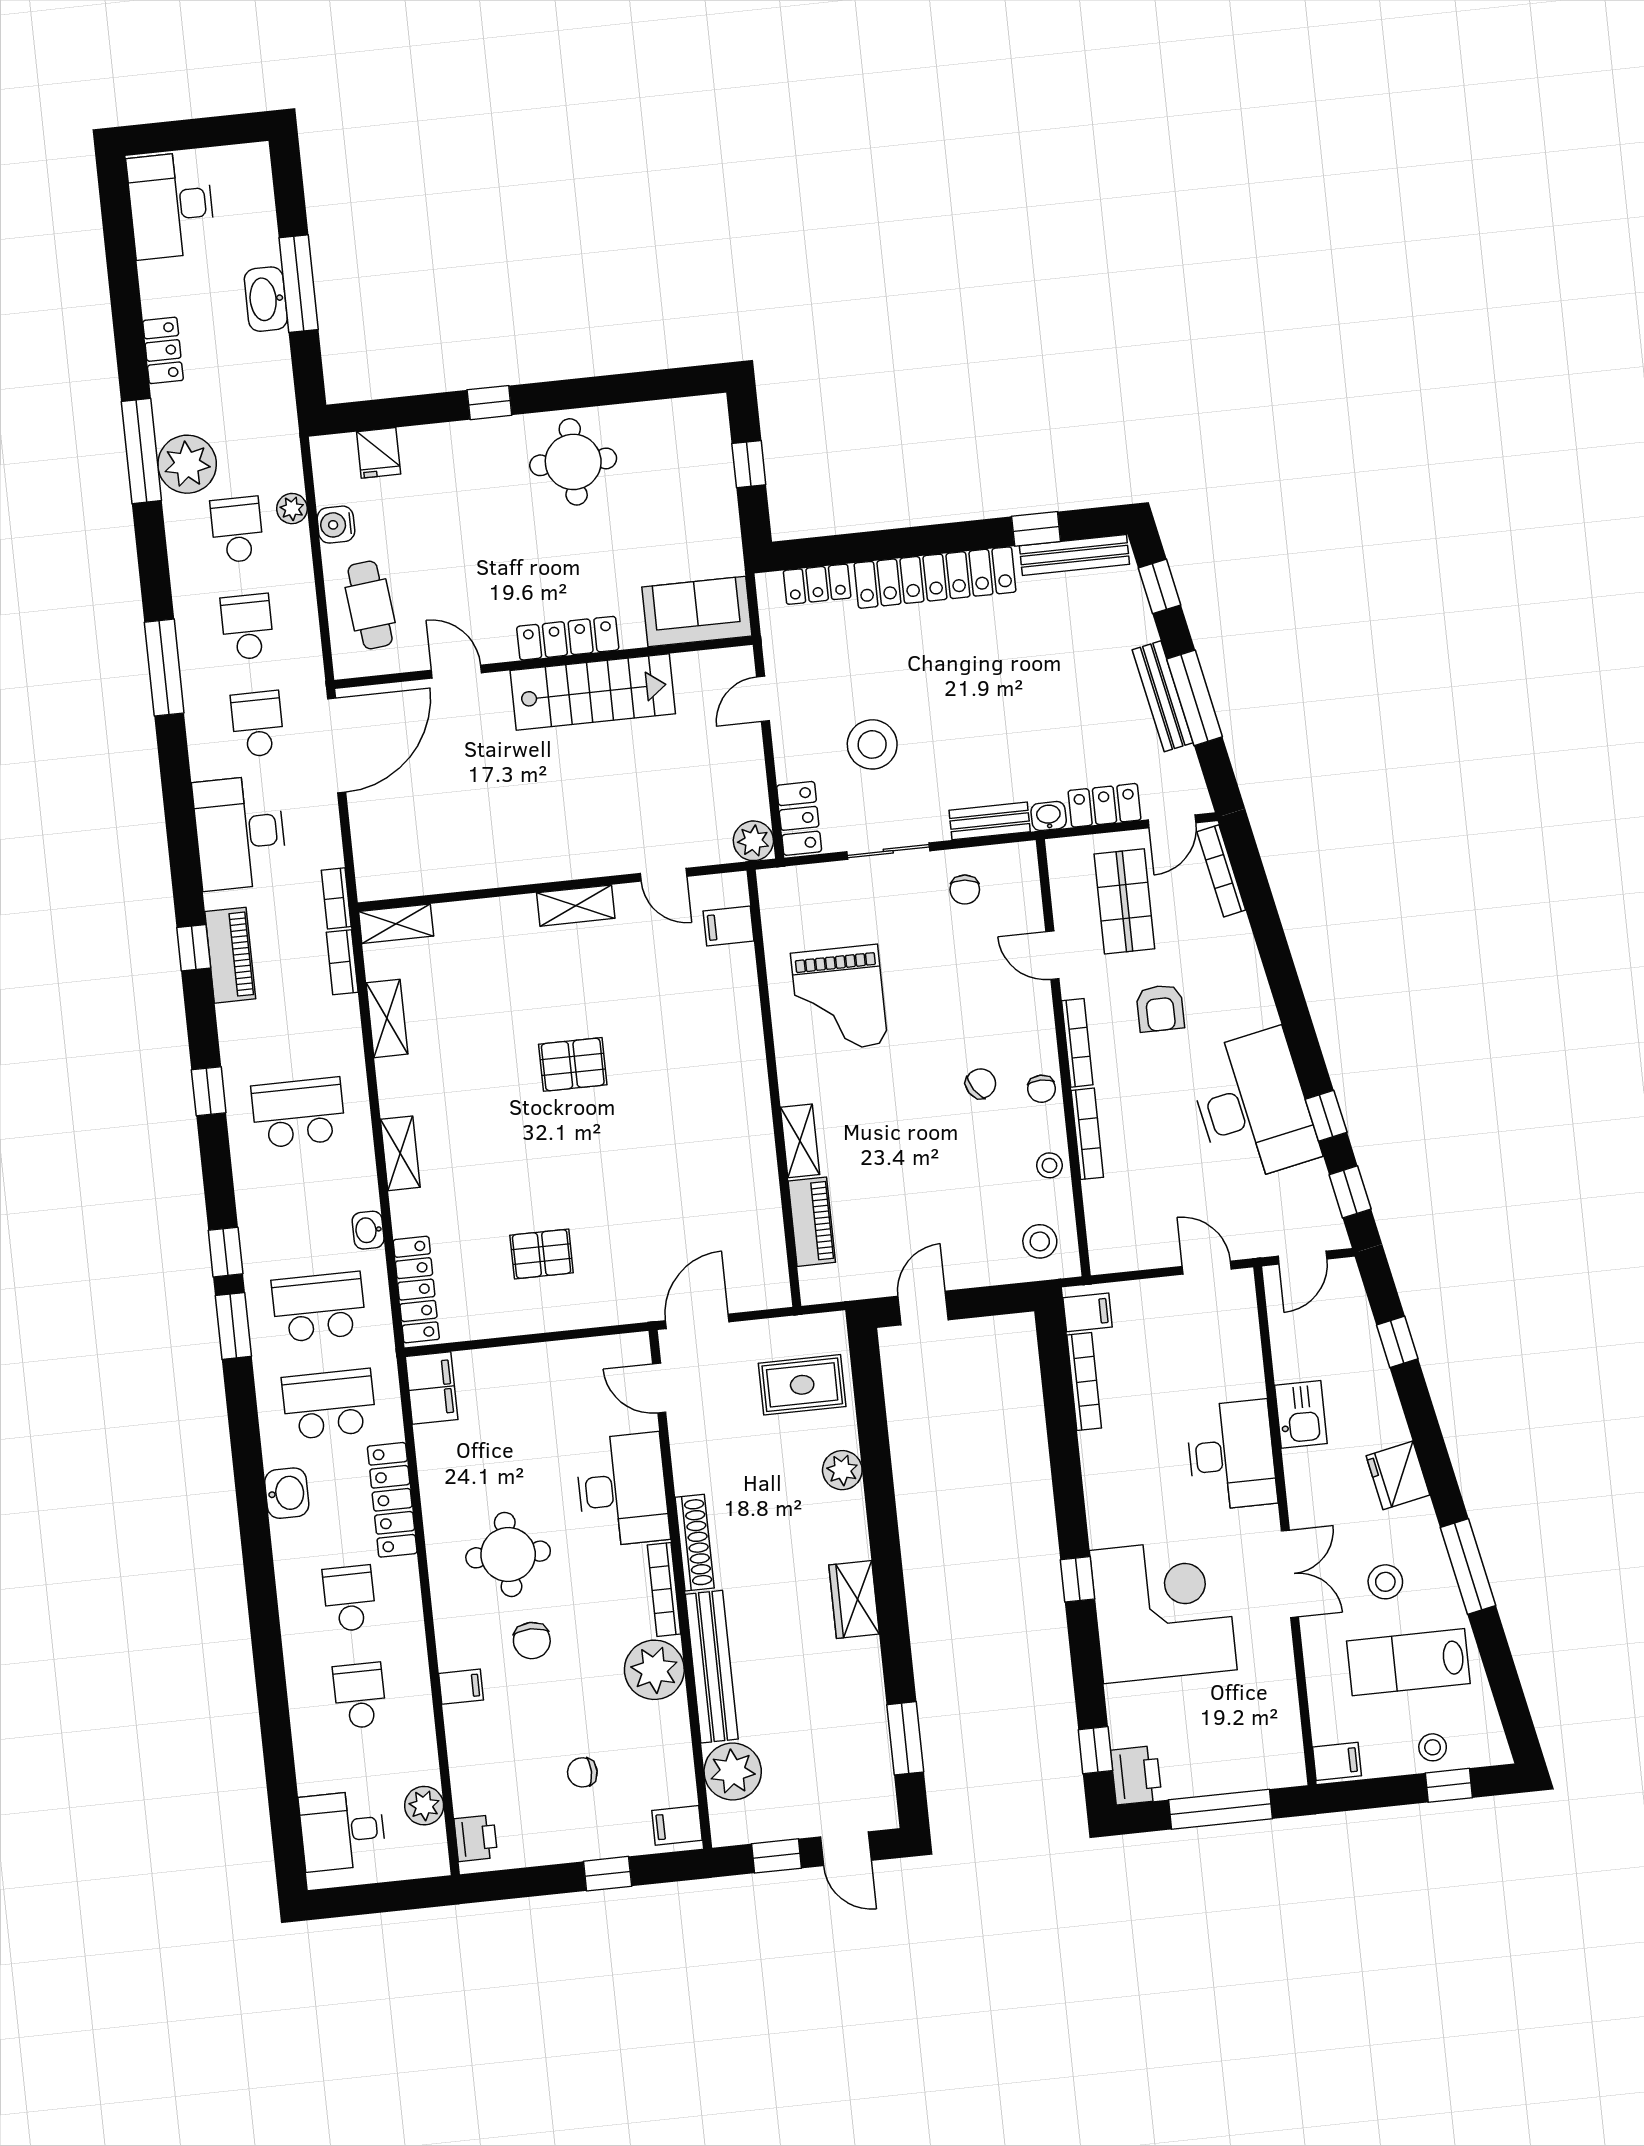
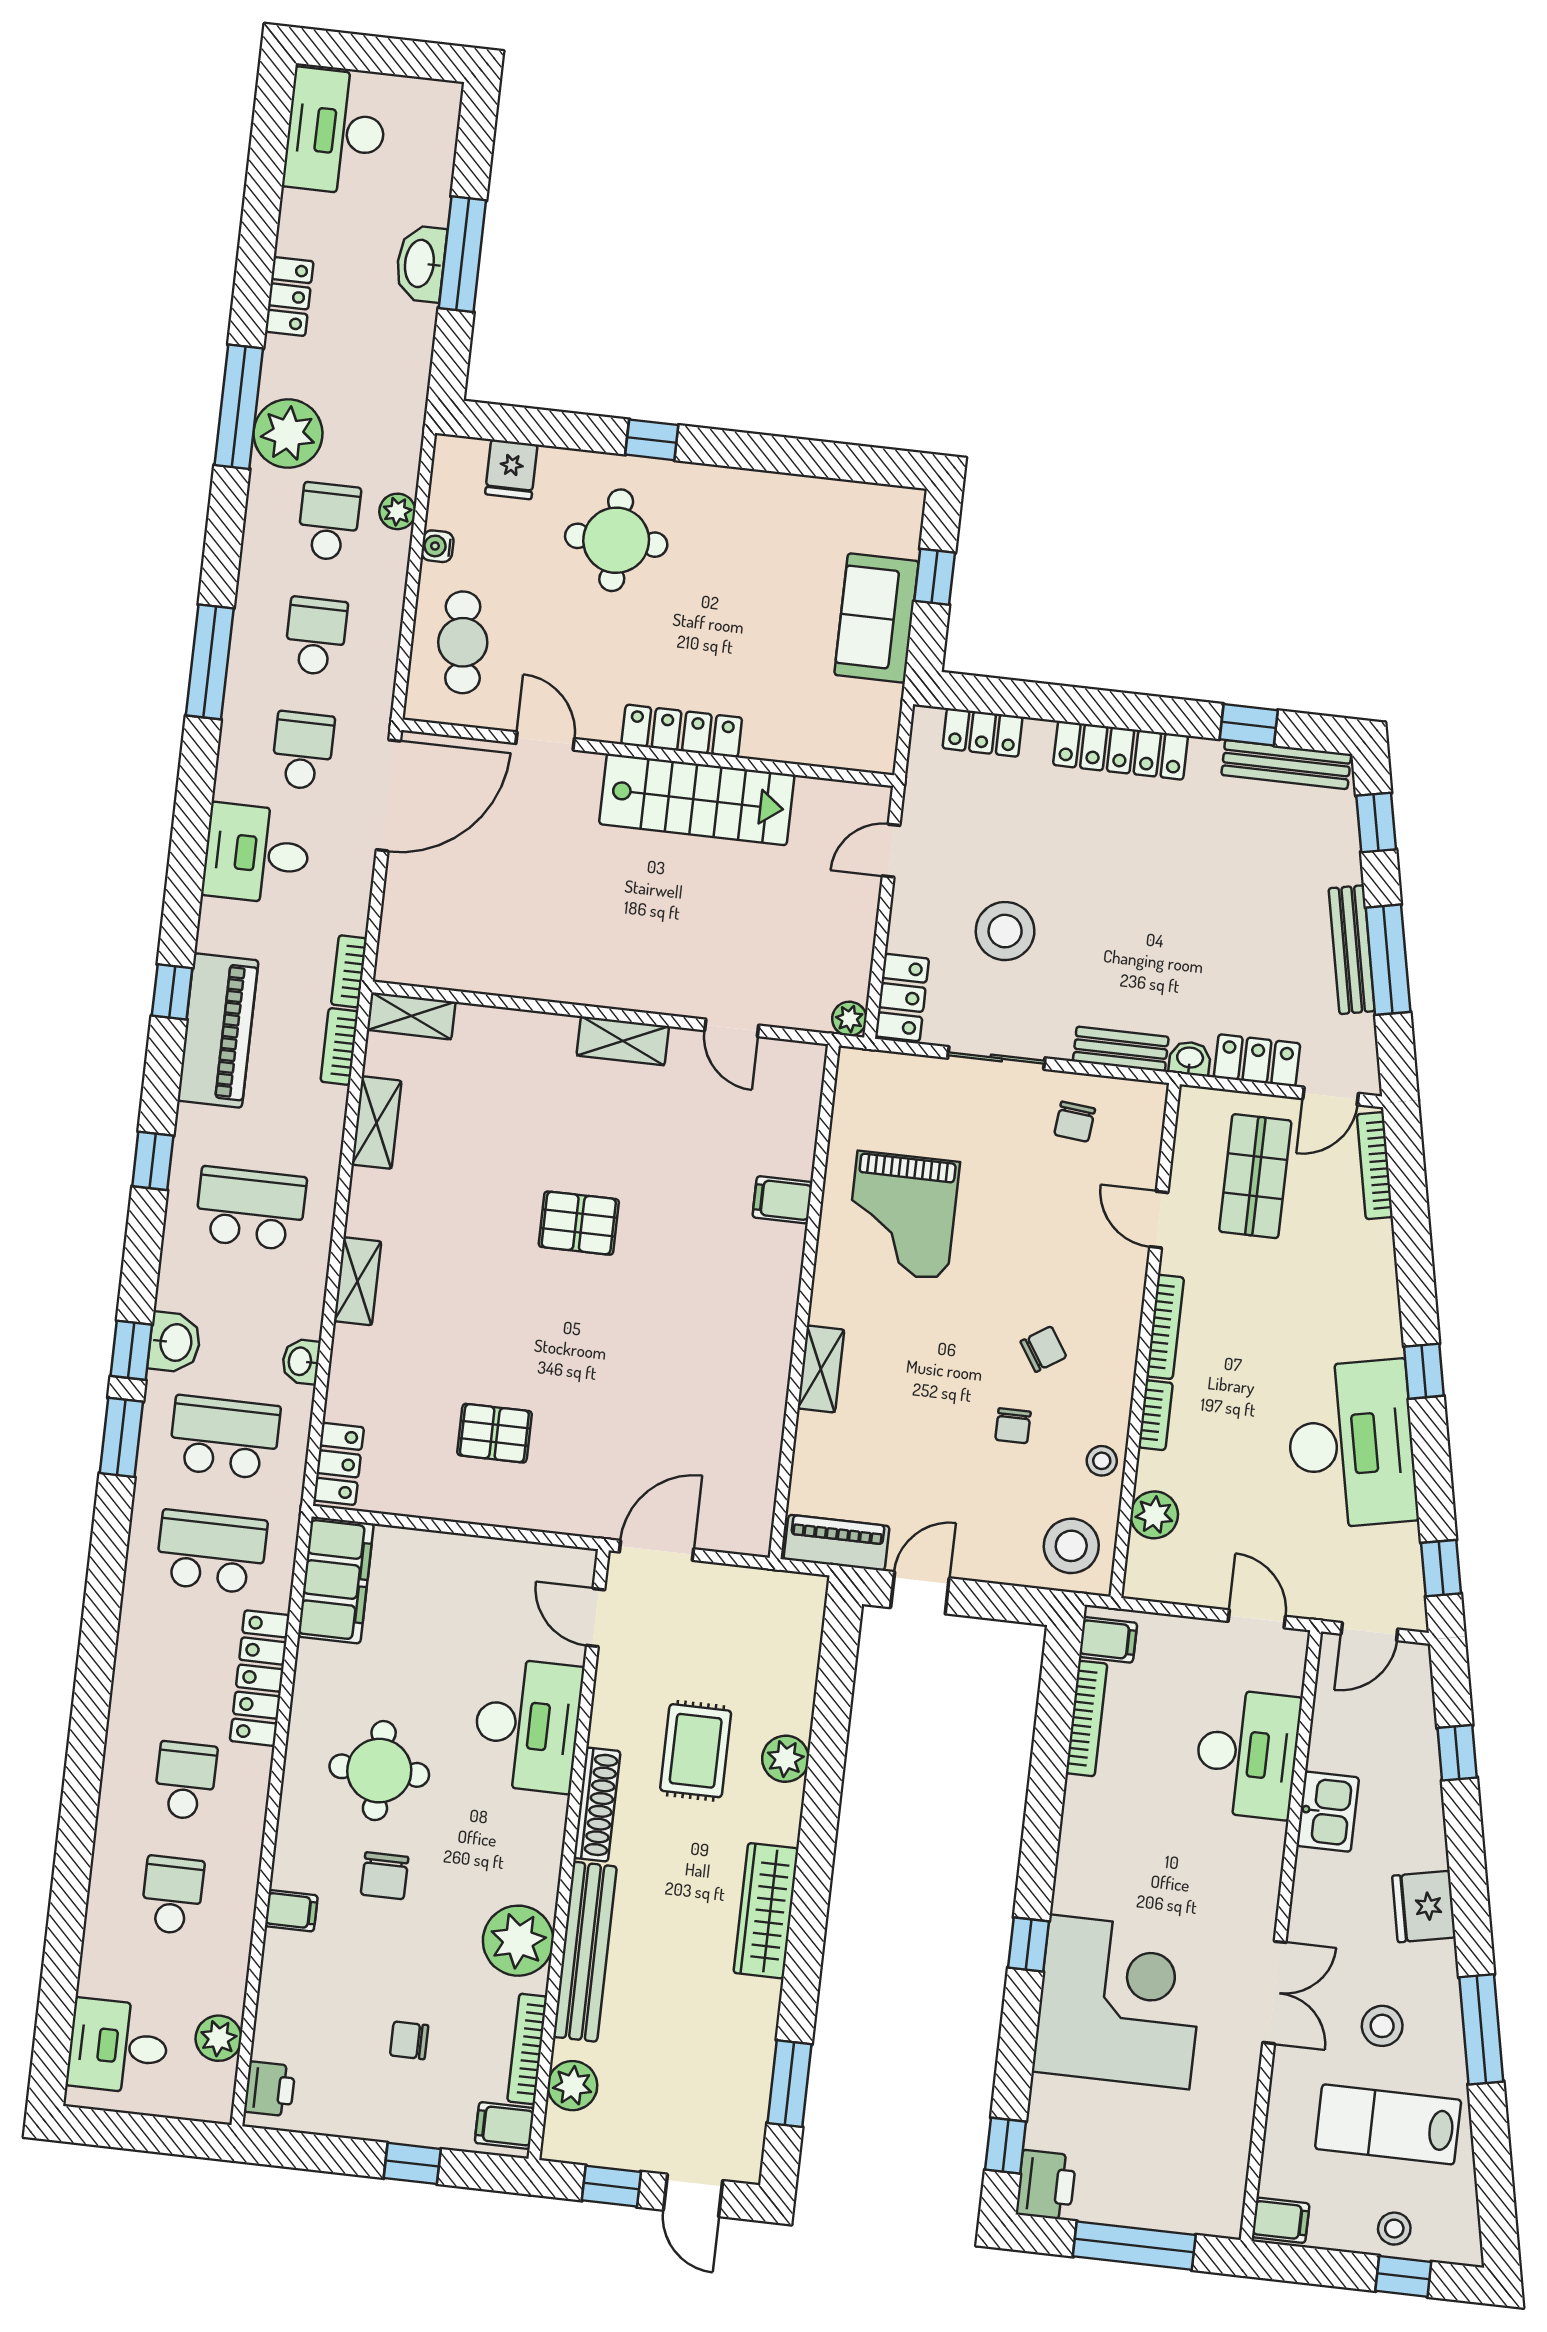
round table: (573, 462) -> (616, 540), moved
water cooler: (336, 525) -> (437, 546), width x0.72, depth x0.72
locker: (935, 578) -> (1121, 750), width x0.71, depth x0.83
sofa: (697, 611) -> (876, 618), moved, turned -90
desk: (240, 833) -> (257, 854), width x0.73
plant: (753, 841) -> (849, 1019), width x0.73, depth x0.73
filing cabinet: (729, 926) -> (782, 1200), moved
piano: (230, 955) -> (218, 1031), width x1.37, depth x1.33
armchair: (1160, 1008) -> (1269, 1308), removed
chair: (1041, 1089) -> (1013, 1426), moved
window: (1326, 1116) -> (1424, 1371), moved
bookcase: (1087, 1134) -> (1156, 1415), width x0.64
plant: (1103, 1201) -> (1154, 1515), added
piano: (812, 1222) -> (837, 1543), moved, turned -90
stool: (1040, 1241) -> (1071, 1546), width x1.38, depth x1.38
locker: (416, 1290) -> (339, 1464), width x0.66
rug: (802, 1385) -> (696, 1751), moved, turned 90
filing cabinet: (432, 1388) -> (336, 1580), width x1.50, depth x1.17
desk: (1231, 1455) -> (1247, 1754), moved
washbasin: (287, 1493) -> (174, 1342), moved
bookcase: (664, 1589) -> (527, 2049), moved
wardrobe: (854, 1599) -> (766, 1911), width x1.50
plant: (733, 1771) -> (572, 2086), width x0.73, depth x0.73

